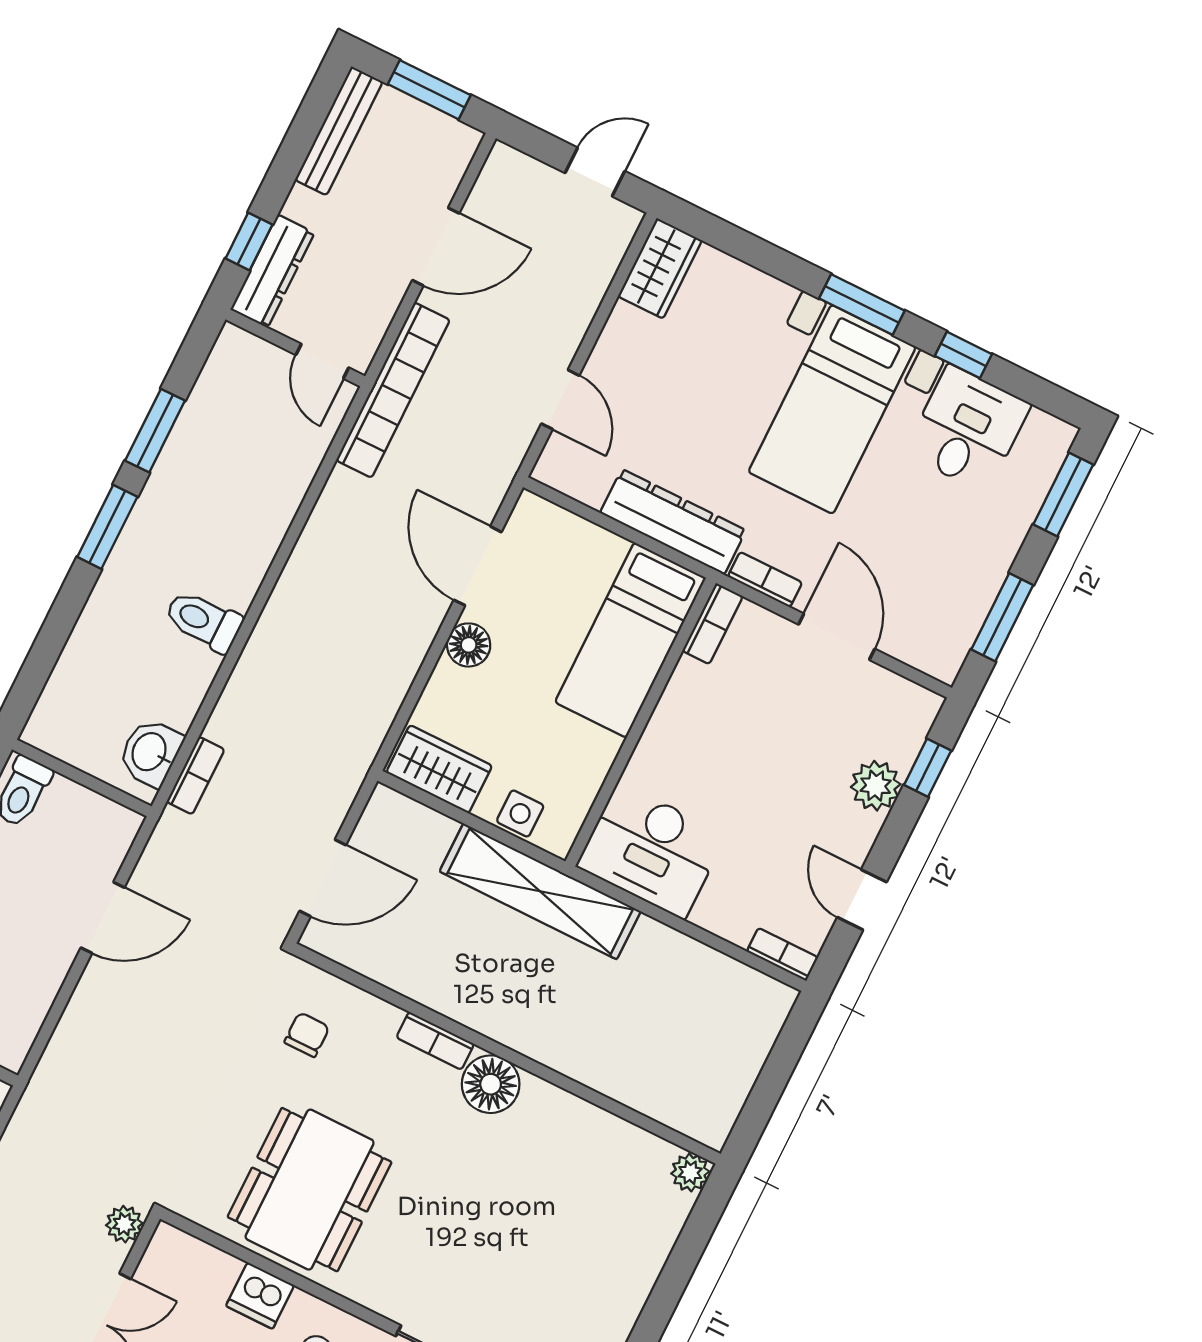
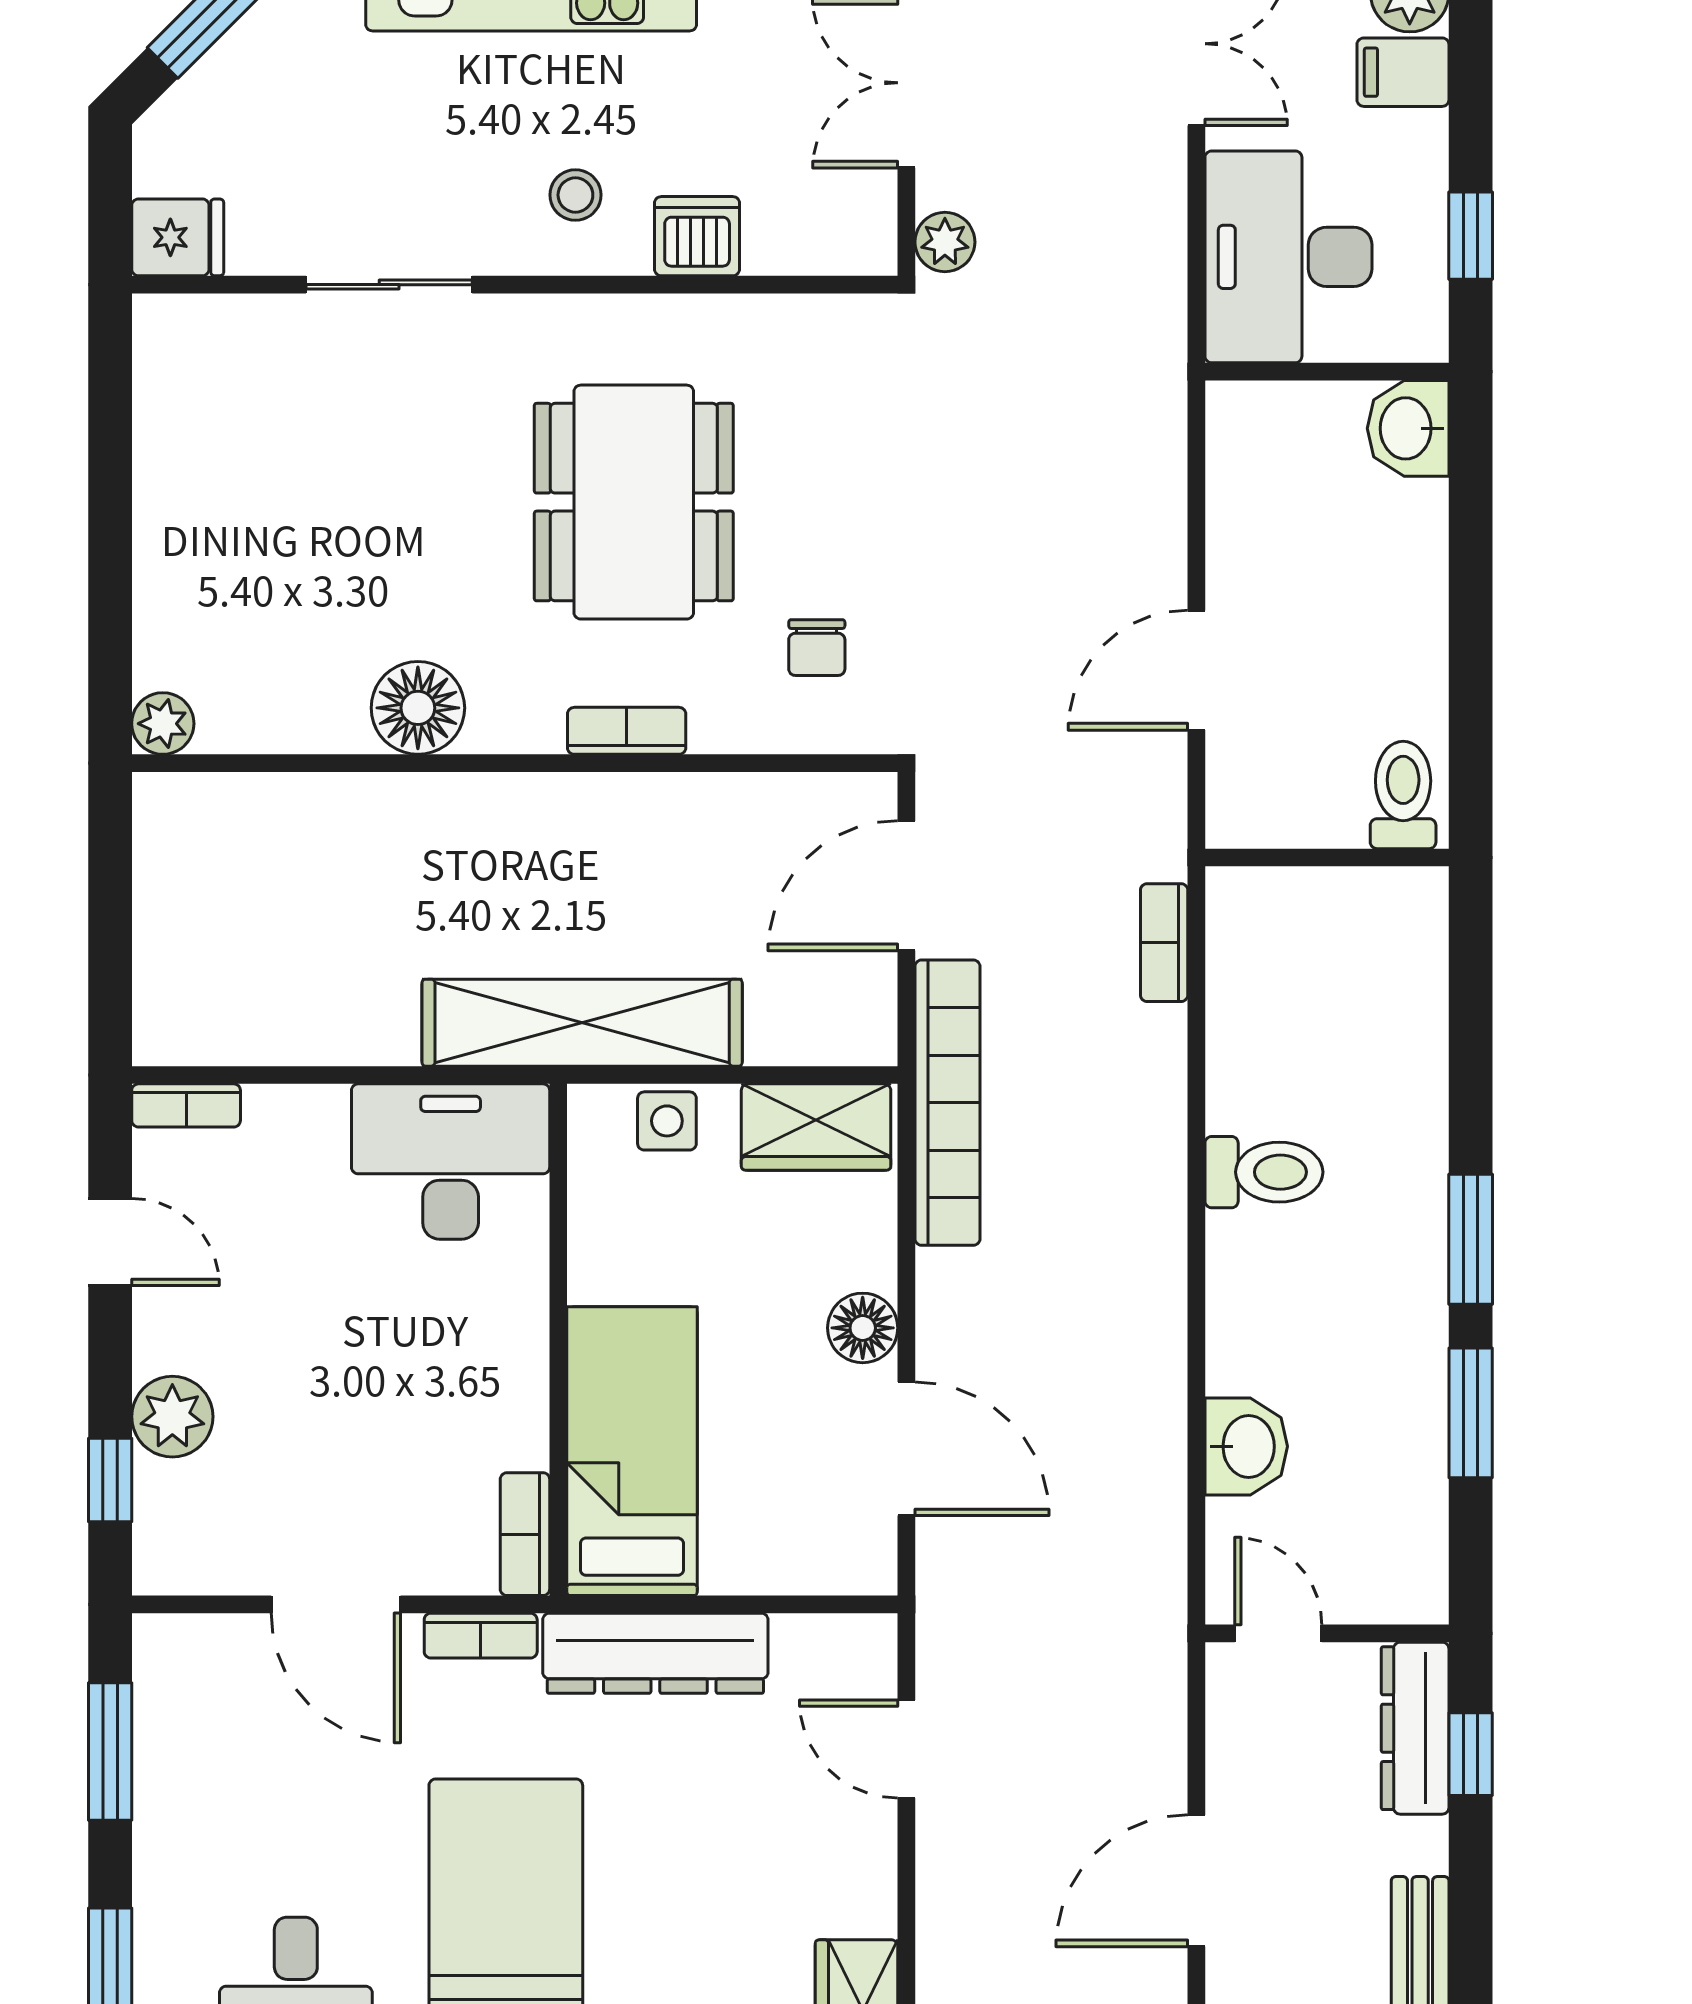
bookcase: (393, 390) -> (947, 1103), moved, turned 180
washbasin: (150, 752) -> (1246, 1446), moved
floor lamp: (491, 1084) -> (418, 708), moved
dining table: (310, 1190) -> (634, 502), moved

